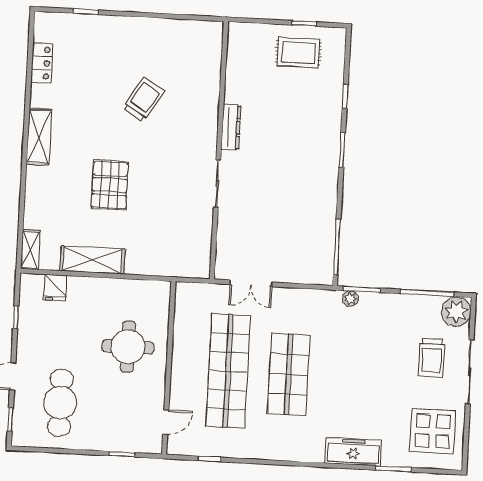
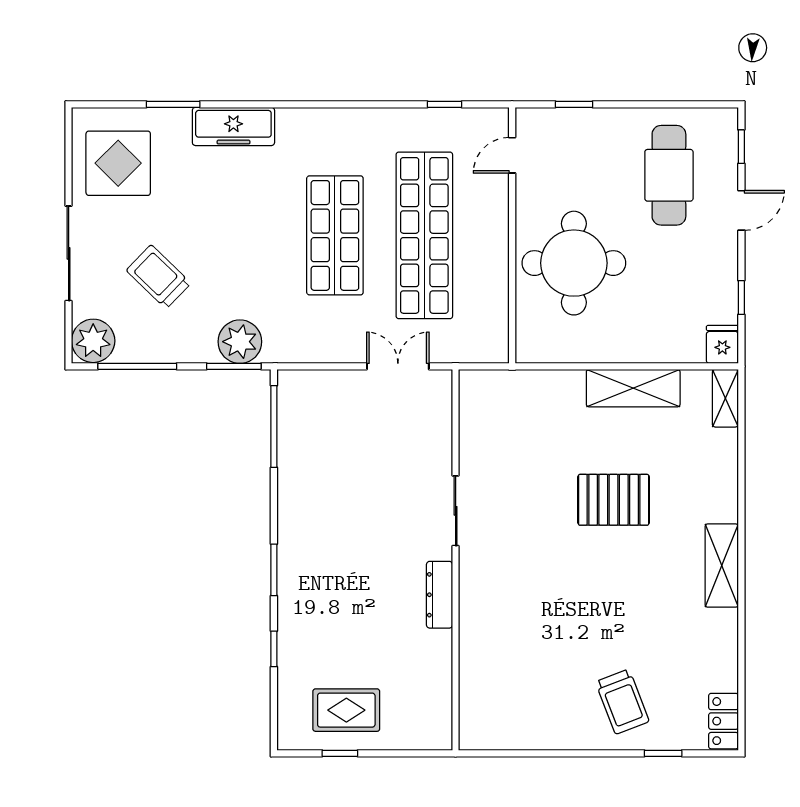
locker: (42, 63) -> (723, 721), moved
trolley: (143, 99) -> (622, 702), moved, turned -53
pallet: (110, 185) -> (614, 500), turned 90
fridge: (55, 288) -> (722, 344), moved
plant: (350, 299) -> (240, 342), width x1.87, depth x1.87
round table: (128, 347) -> (574, 263), width x1.36, depth x1.36
trolley: (431, 358) -> (159, 277), moved, turned -46

